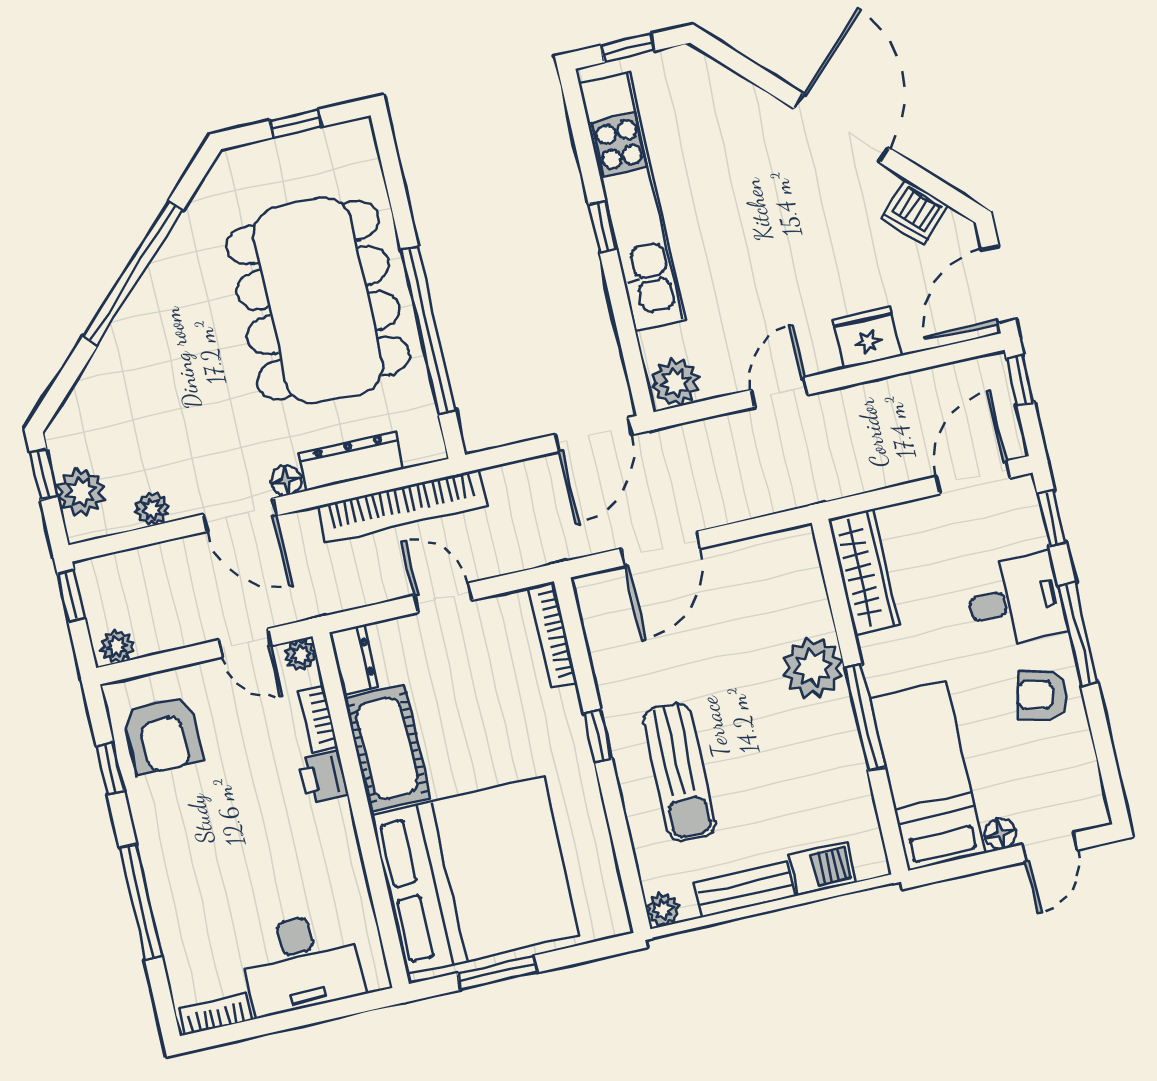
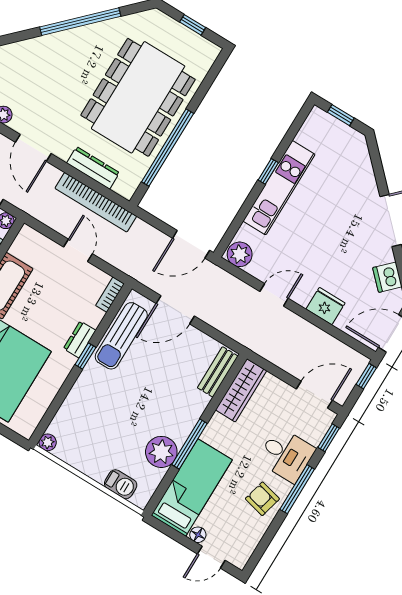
kitchen unit: (632, 202) -> (279, 188), width x0.73
floor lamp: (286, 480) -> (62, 152), removed
bookcase: (553, 635) -> (110, 295), width x0.64
dresser: (354, 660) -> (80, 339), moved, turned 180
plant: (813, 668) -> (161, 452), moved
sun lounger: (679, 772) -> (121, 336), moved
bench: (745, 889) -> (218, 372), moved, turned 90

